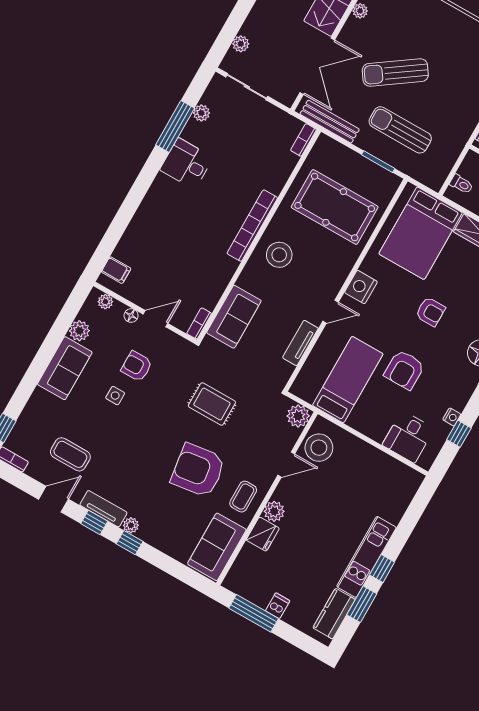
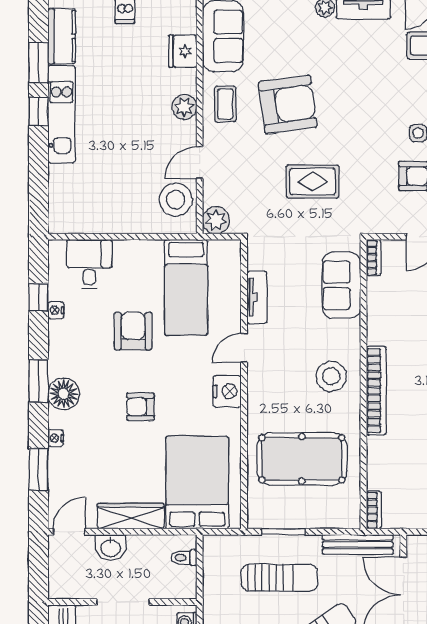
fridge: (263, 534) -> (183, 51), moved

